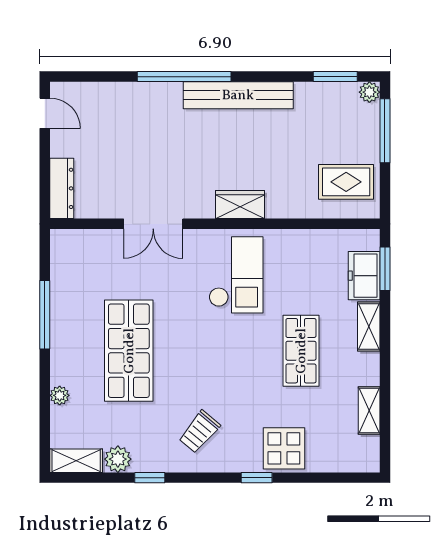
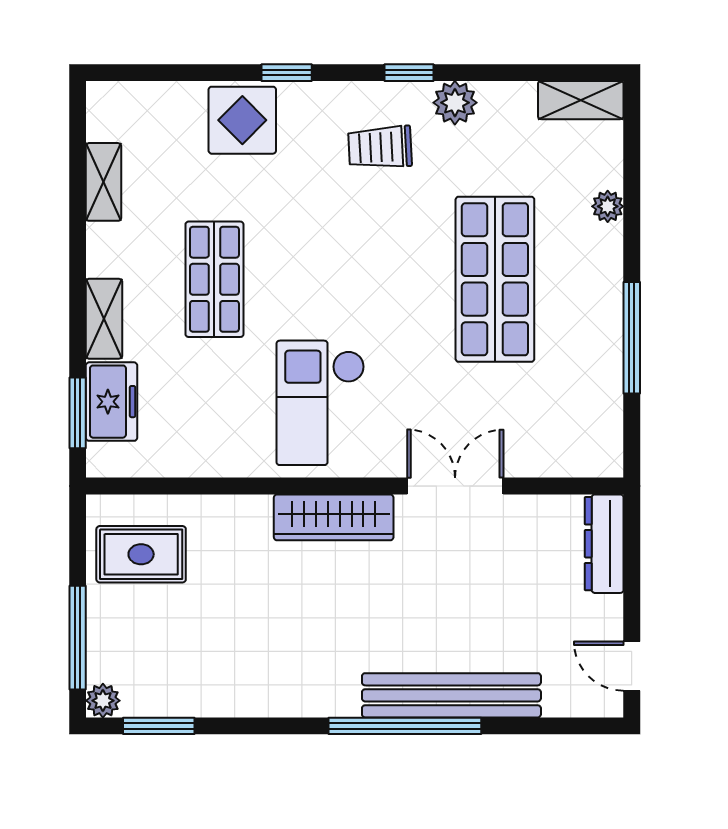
bench: (238, 95) -> (451, 695), moved
wardrobe: (240, 205) -> (334, 517), width x1.50
trolley: (199, 432) -> (380, 147), turned -133
plant: (118, 459) -> (455, 103), moved
window: (150, 478) -> (409, 73), moved

